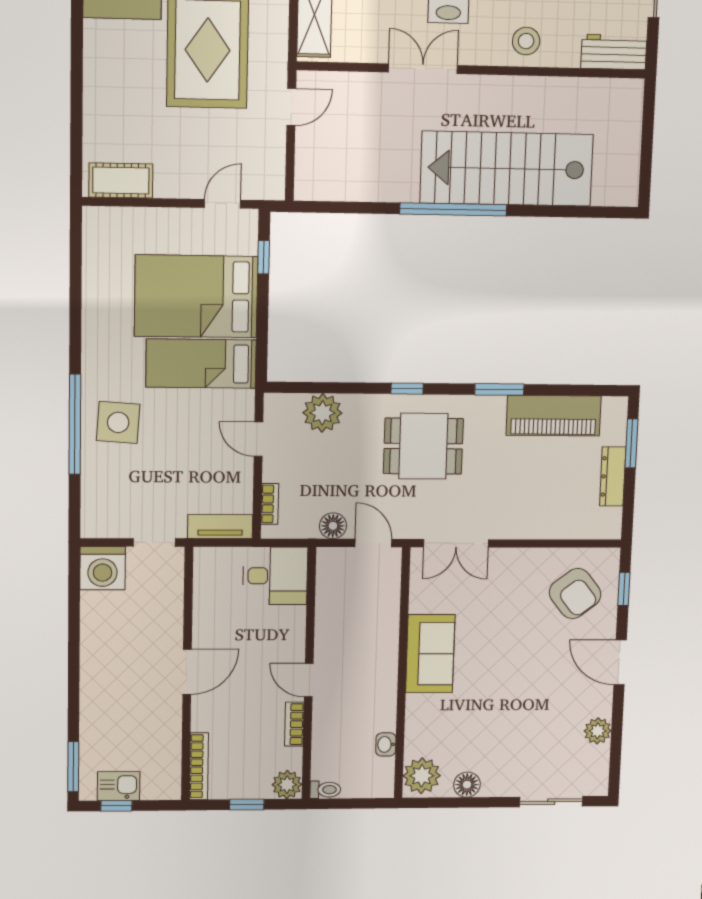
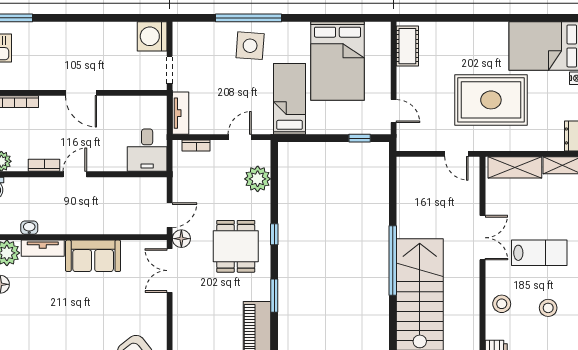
bed: (196, 296) -> (337, 61), moved, turned 180
floor lamp: (333, 526) -> (181, 239), moved
tv unit: (416, 725) -> (43, 248), added

